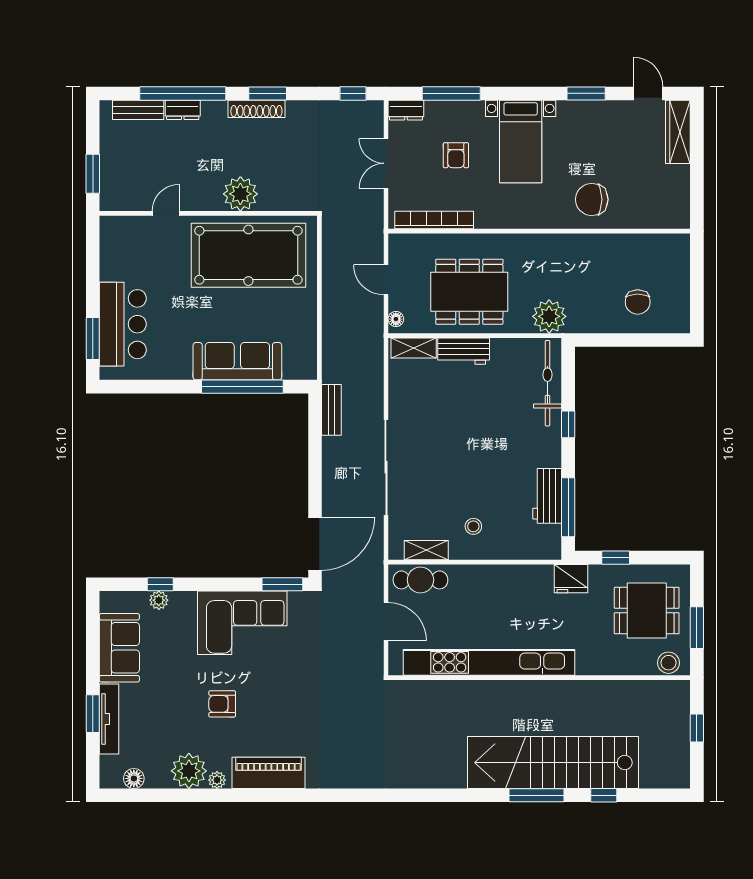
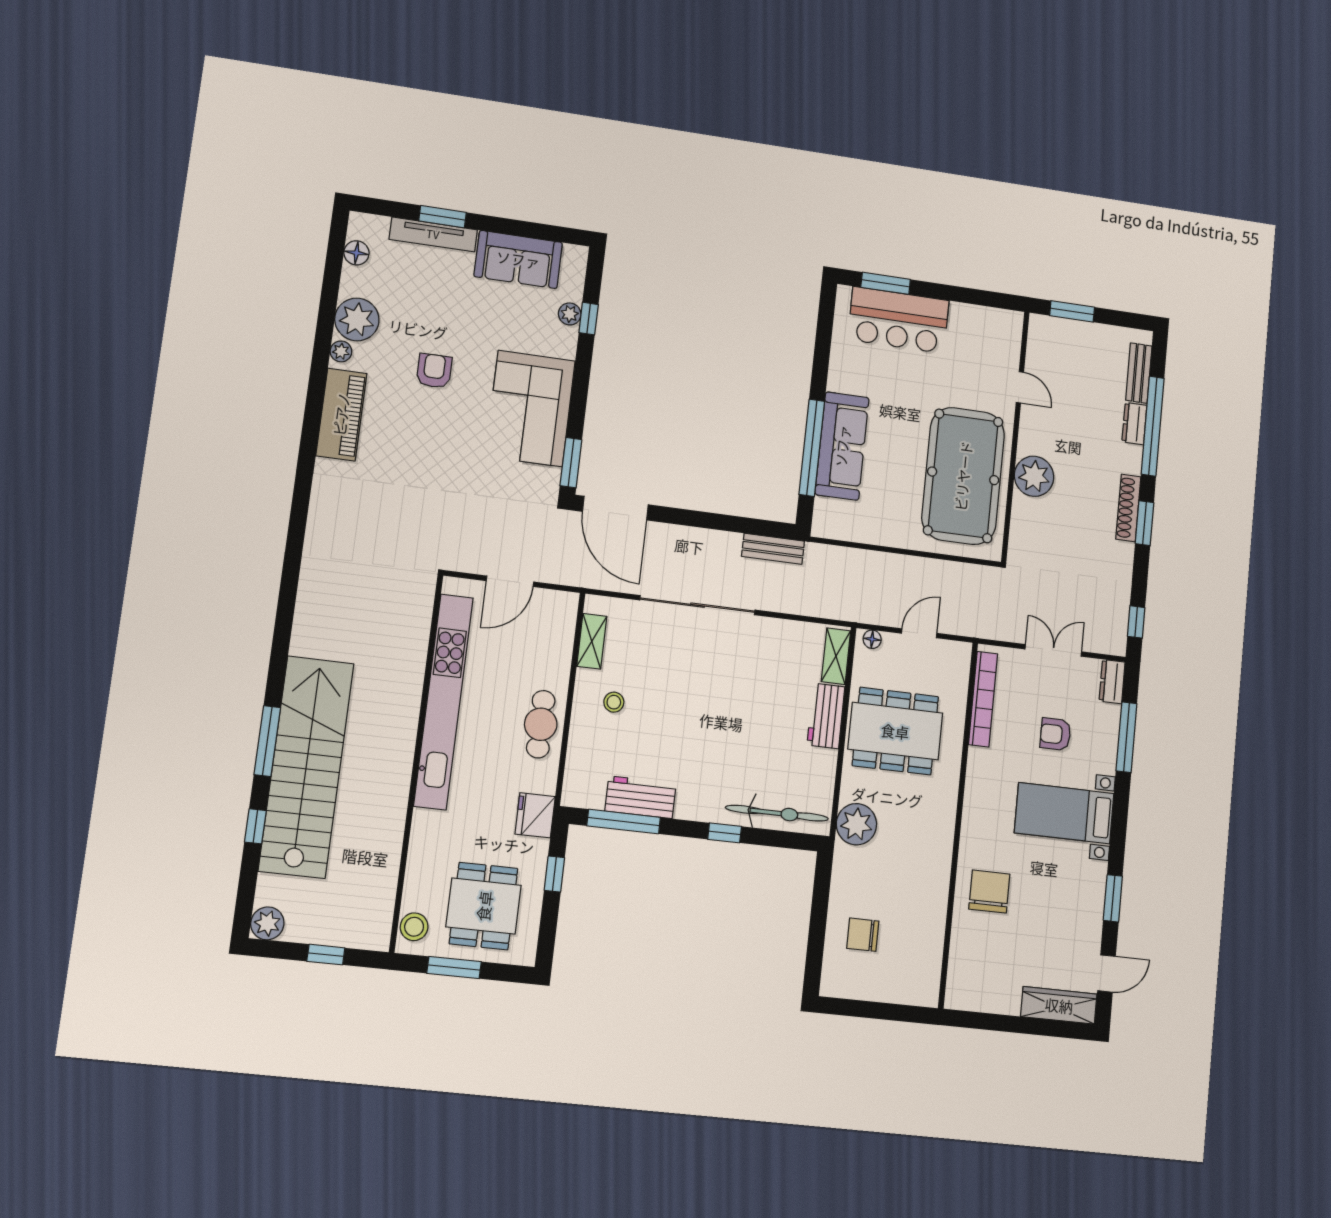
dining table: (469, 292) -> (895, 731), turned 90
cafe table: (420, 580) -> (541, 724), moved
plant: (678, 776) -> (267, 923), added

